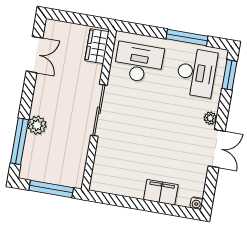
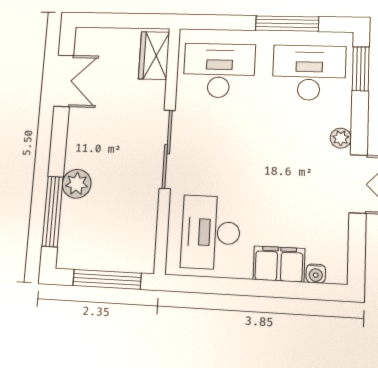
desk: (196, 73) -> (309, 73), turned -90
desk: (121, 167) -> (211, 232), added
water cooler: (196, 203) -> (316, 274), moved

